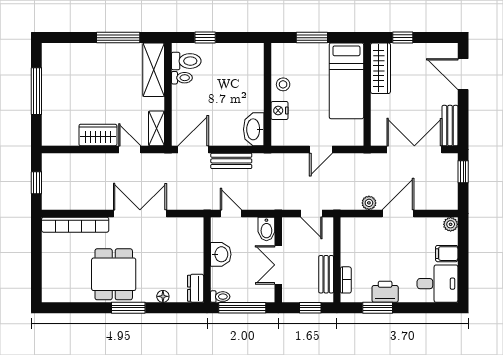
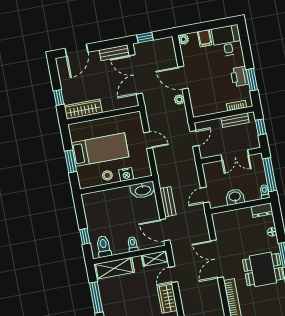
toilet: (182, 78) -> (133, 244), moved
bed: (346, 81) -> (100, 150), moved
bidet: (266, 229) -> (211, 168), removed

